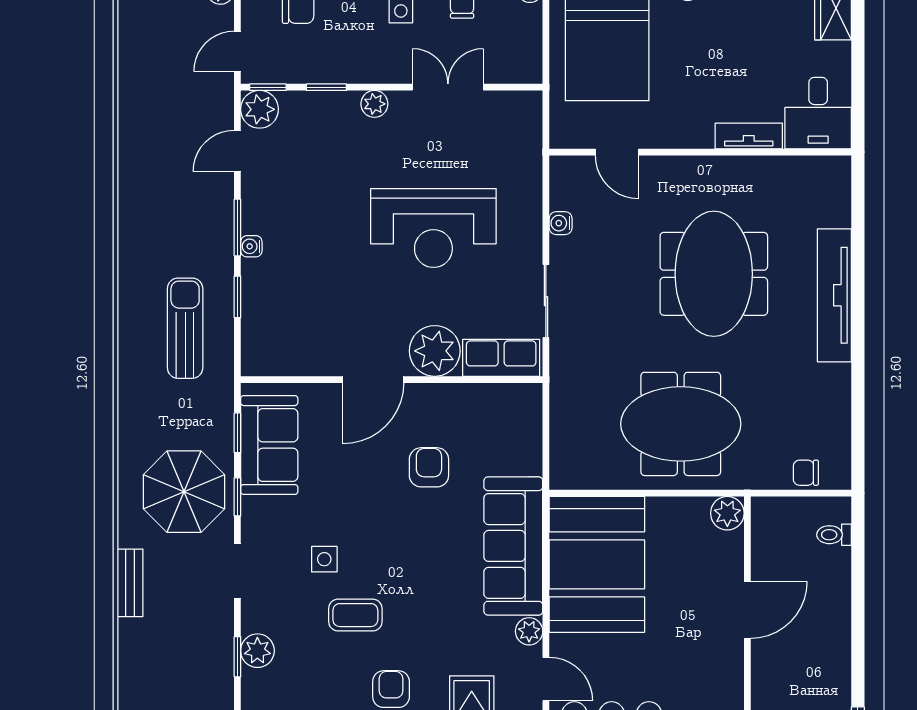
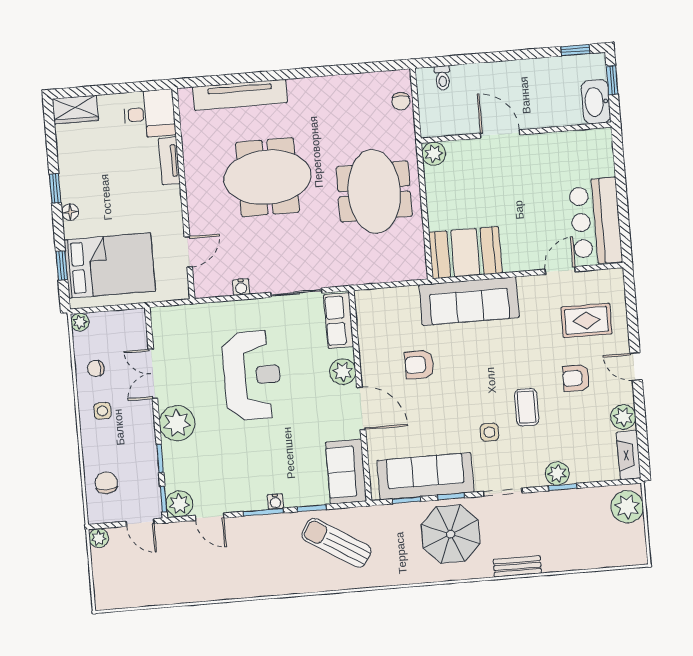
plant: (374, 104) -> (177, 423), width x1.87, depth x1.87
tv unit: (834, 295) -> (240, 95), moved
sun lounger: (185, 328) -> (336, 543), turned 32
sofa: (285, 350) -> (346, 472), added
plant: (435, 351) -> (343, 372), width x0.73, depth x0.73
sofa: (269, 445) -> (425, 476), width x1.36
booth: (597, 564) -> (465, 253), width x0.73, depth x0.70
plant: (529, 631) -> (528, 285), removed

